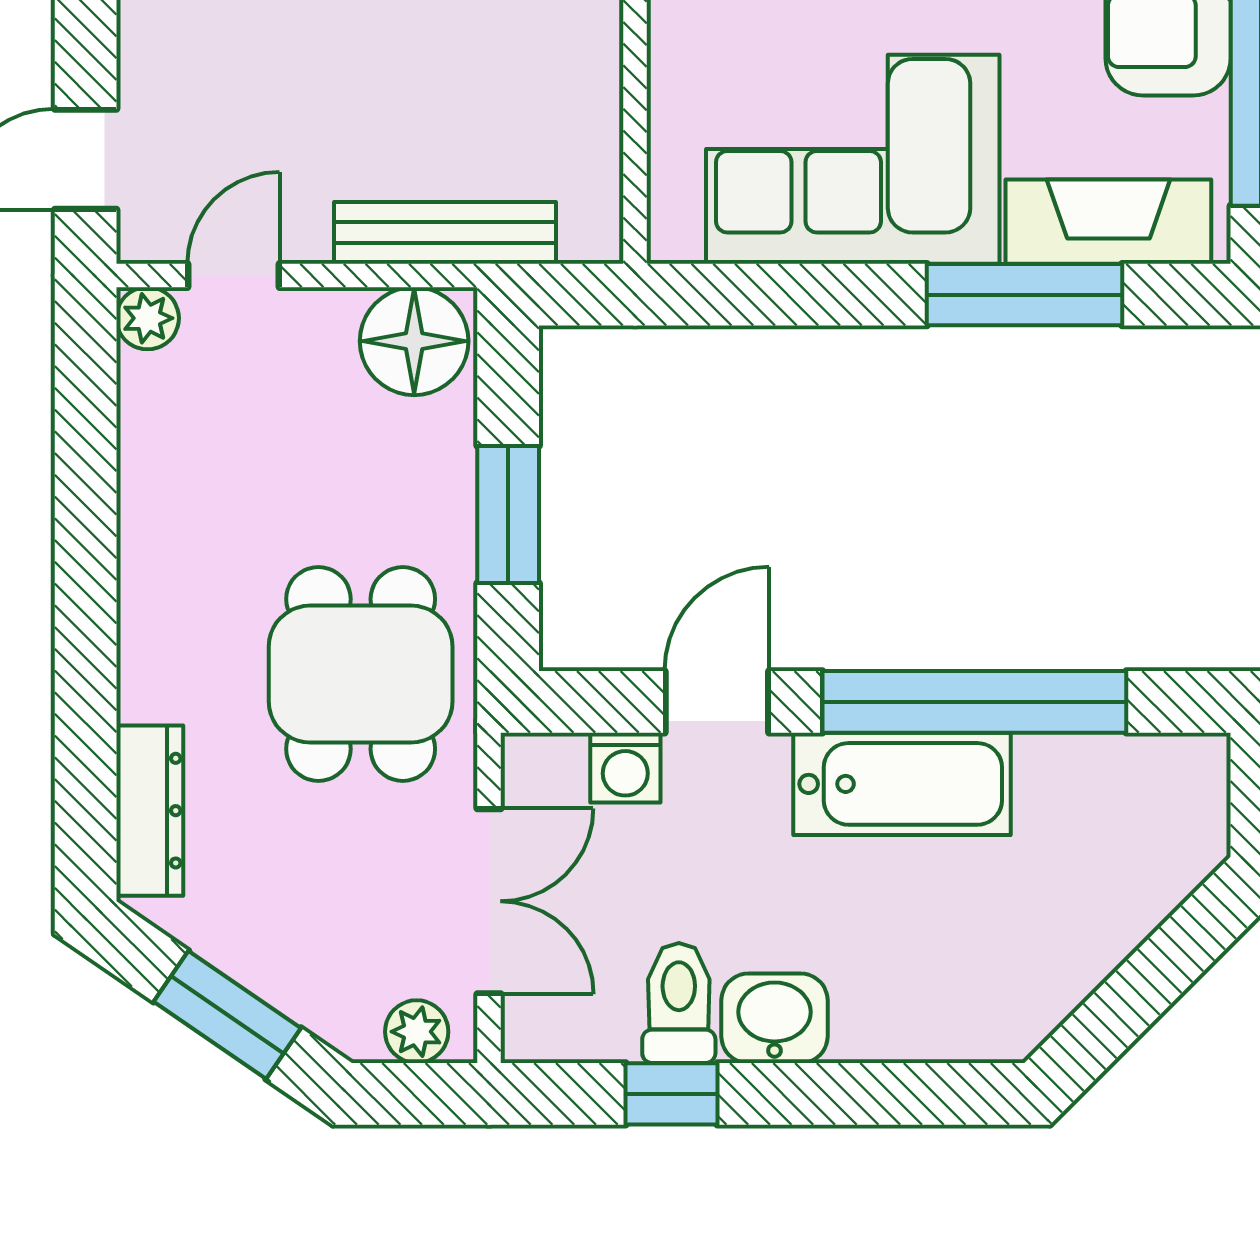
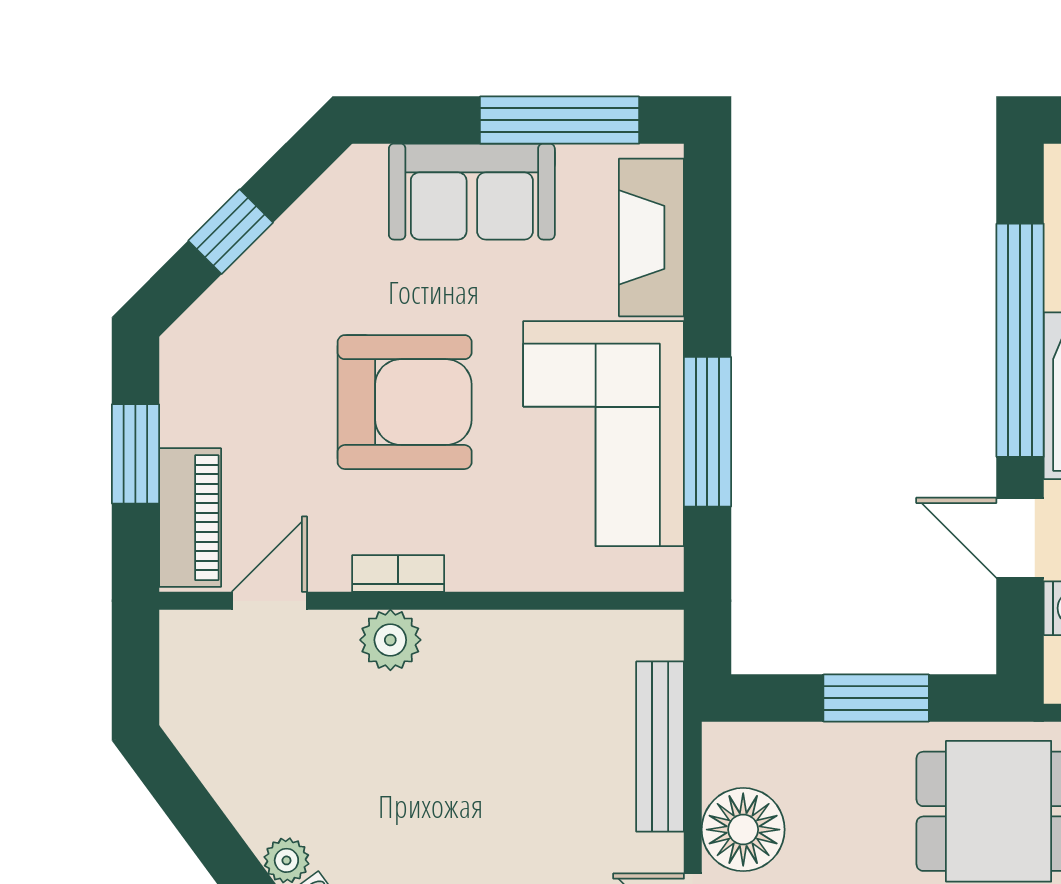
window: (1024, 295) -> (707, 432), moved
floor lamp: (414, 341) -> (743, 830), moved

